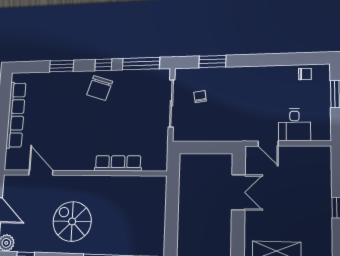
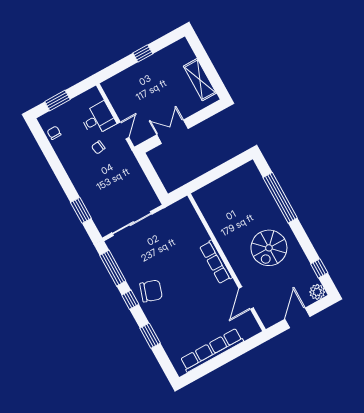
chair: (200, 97) -> (98, 147), moved
row of seats: (118, 163) -> (216, 262), moved

